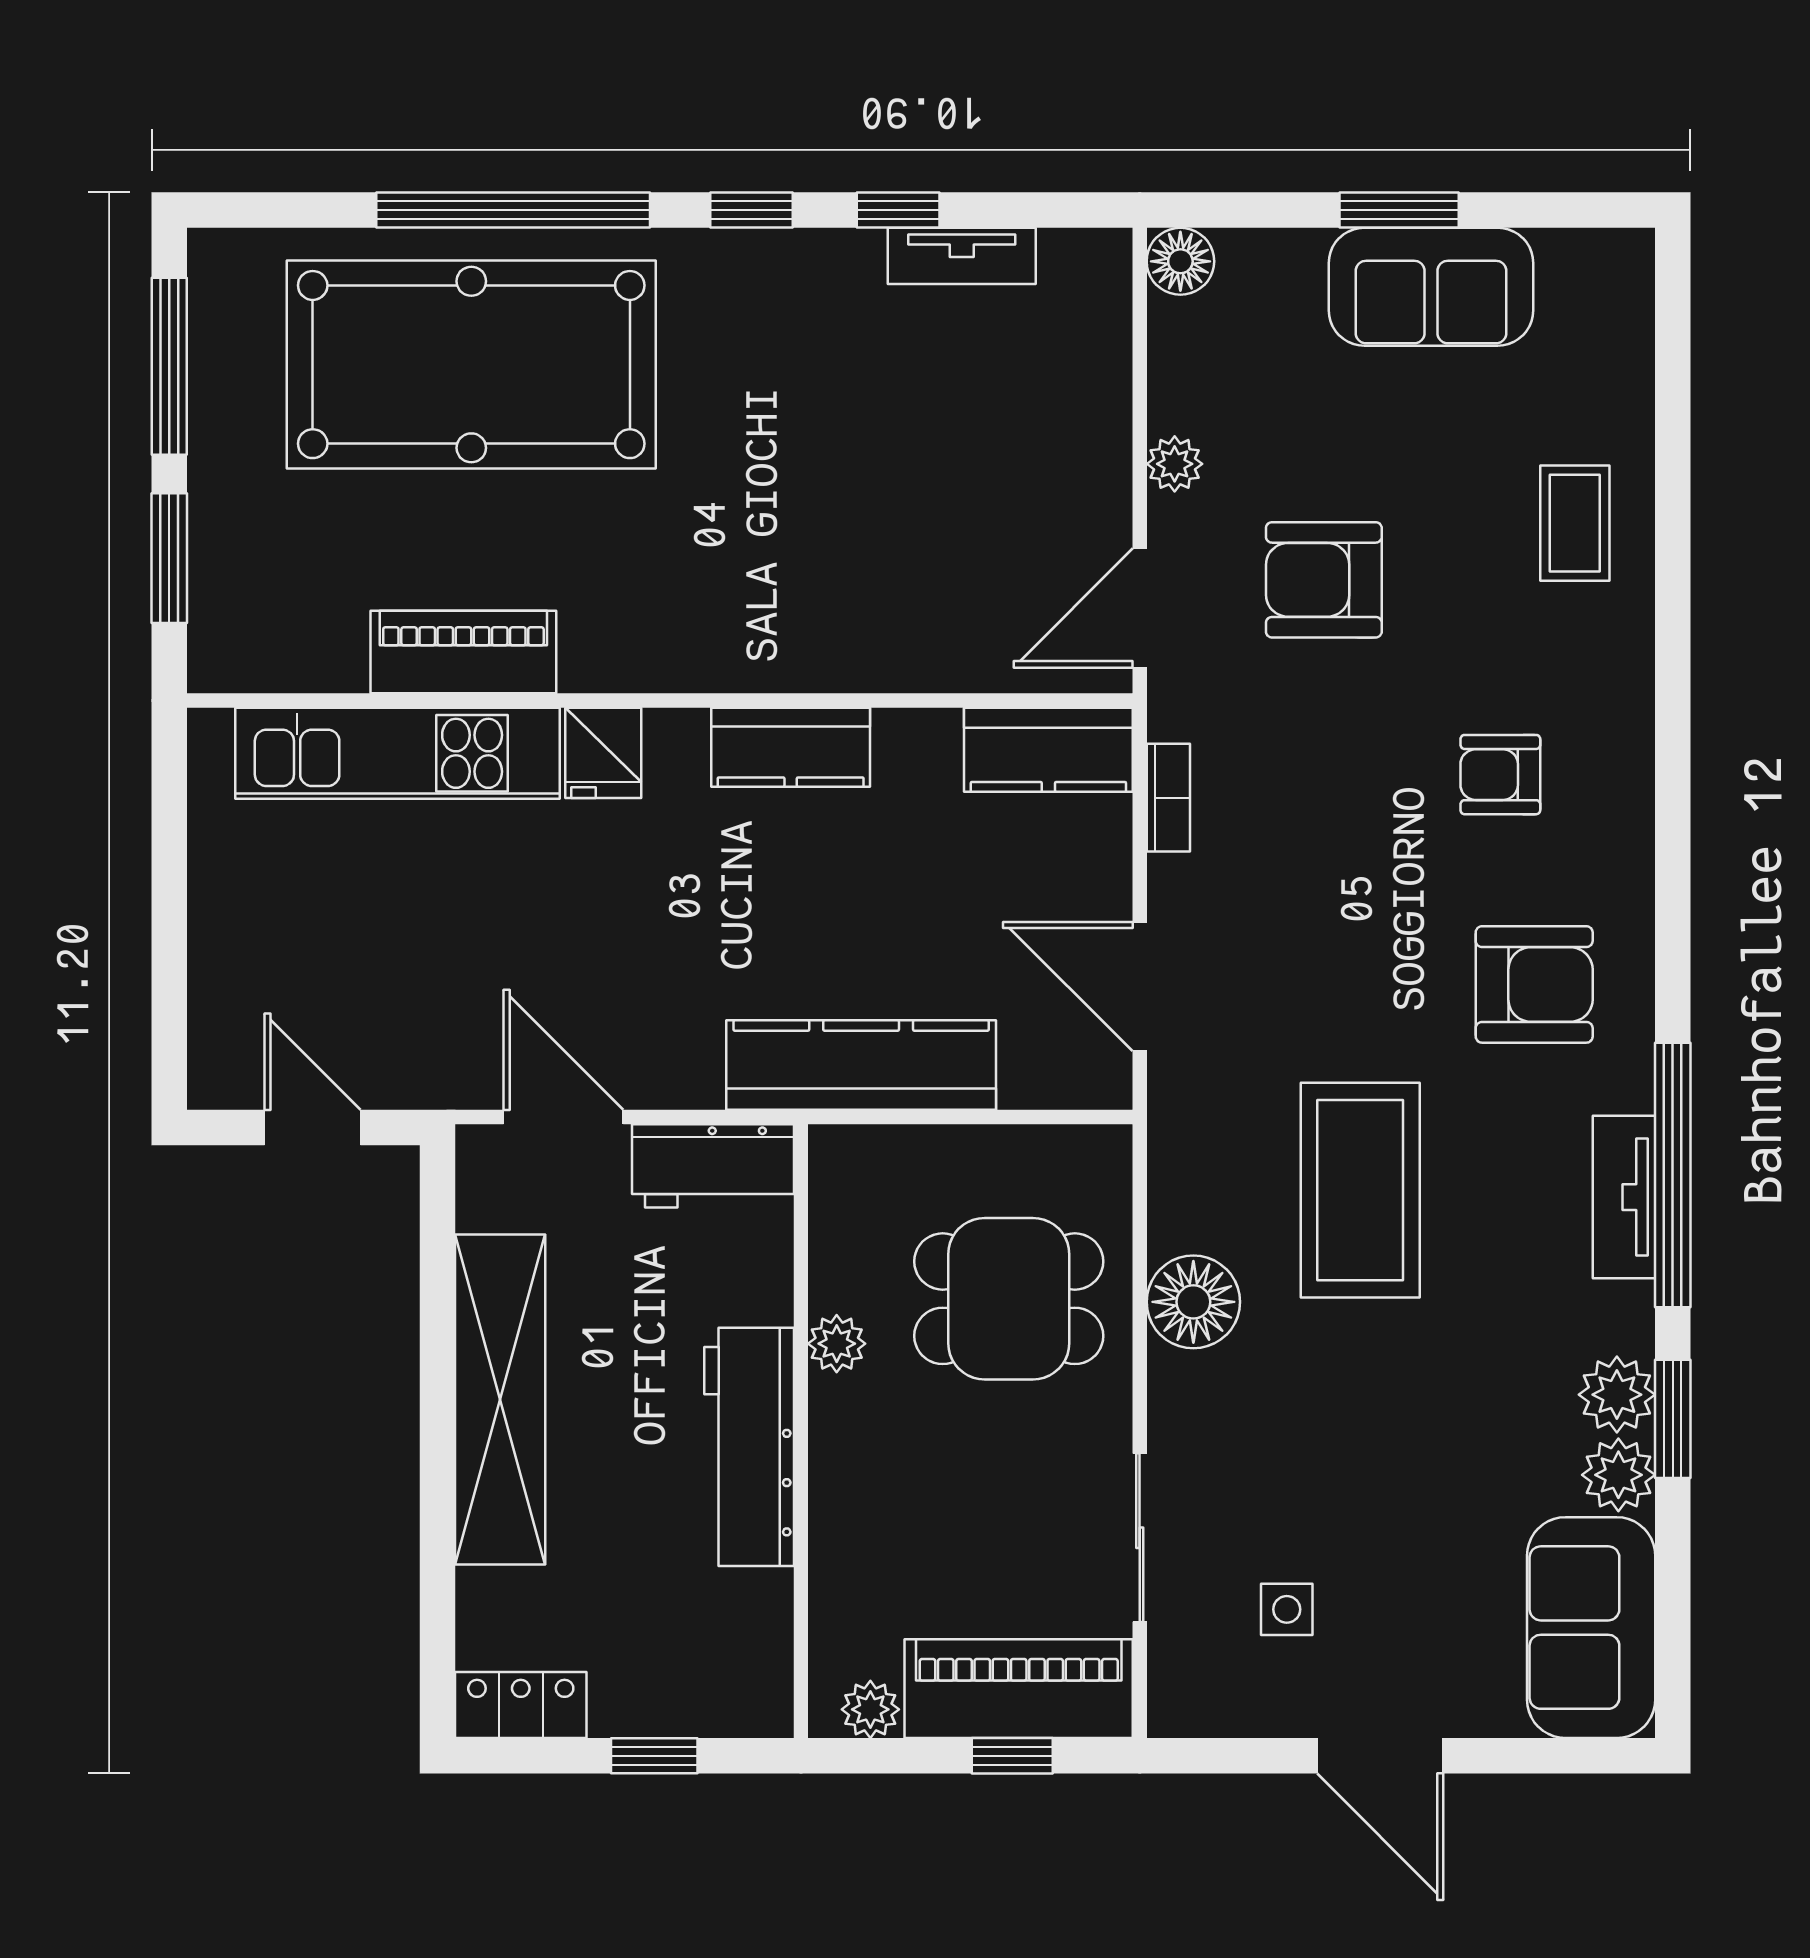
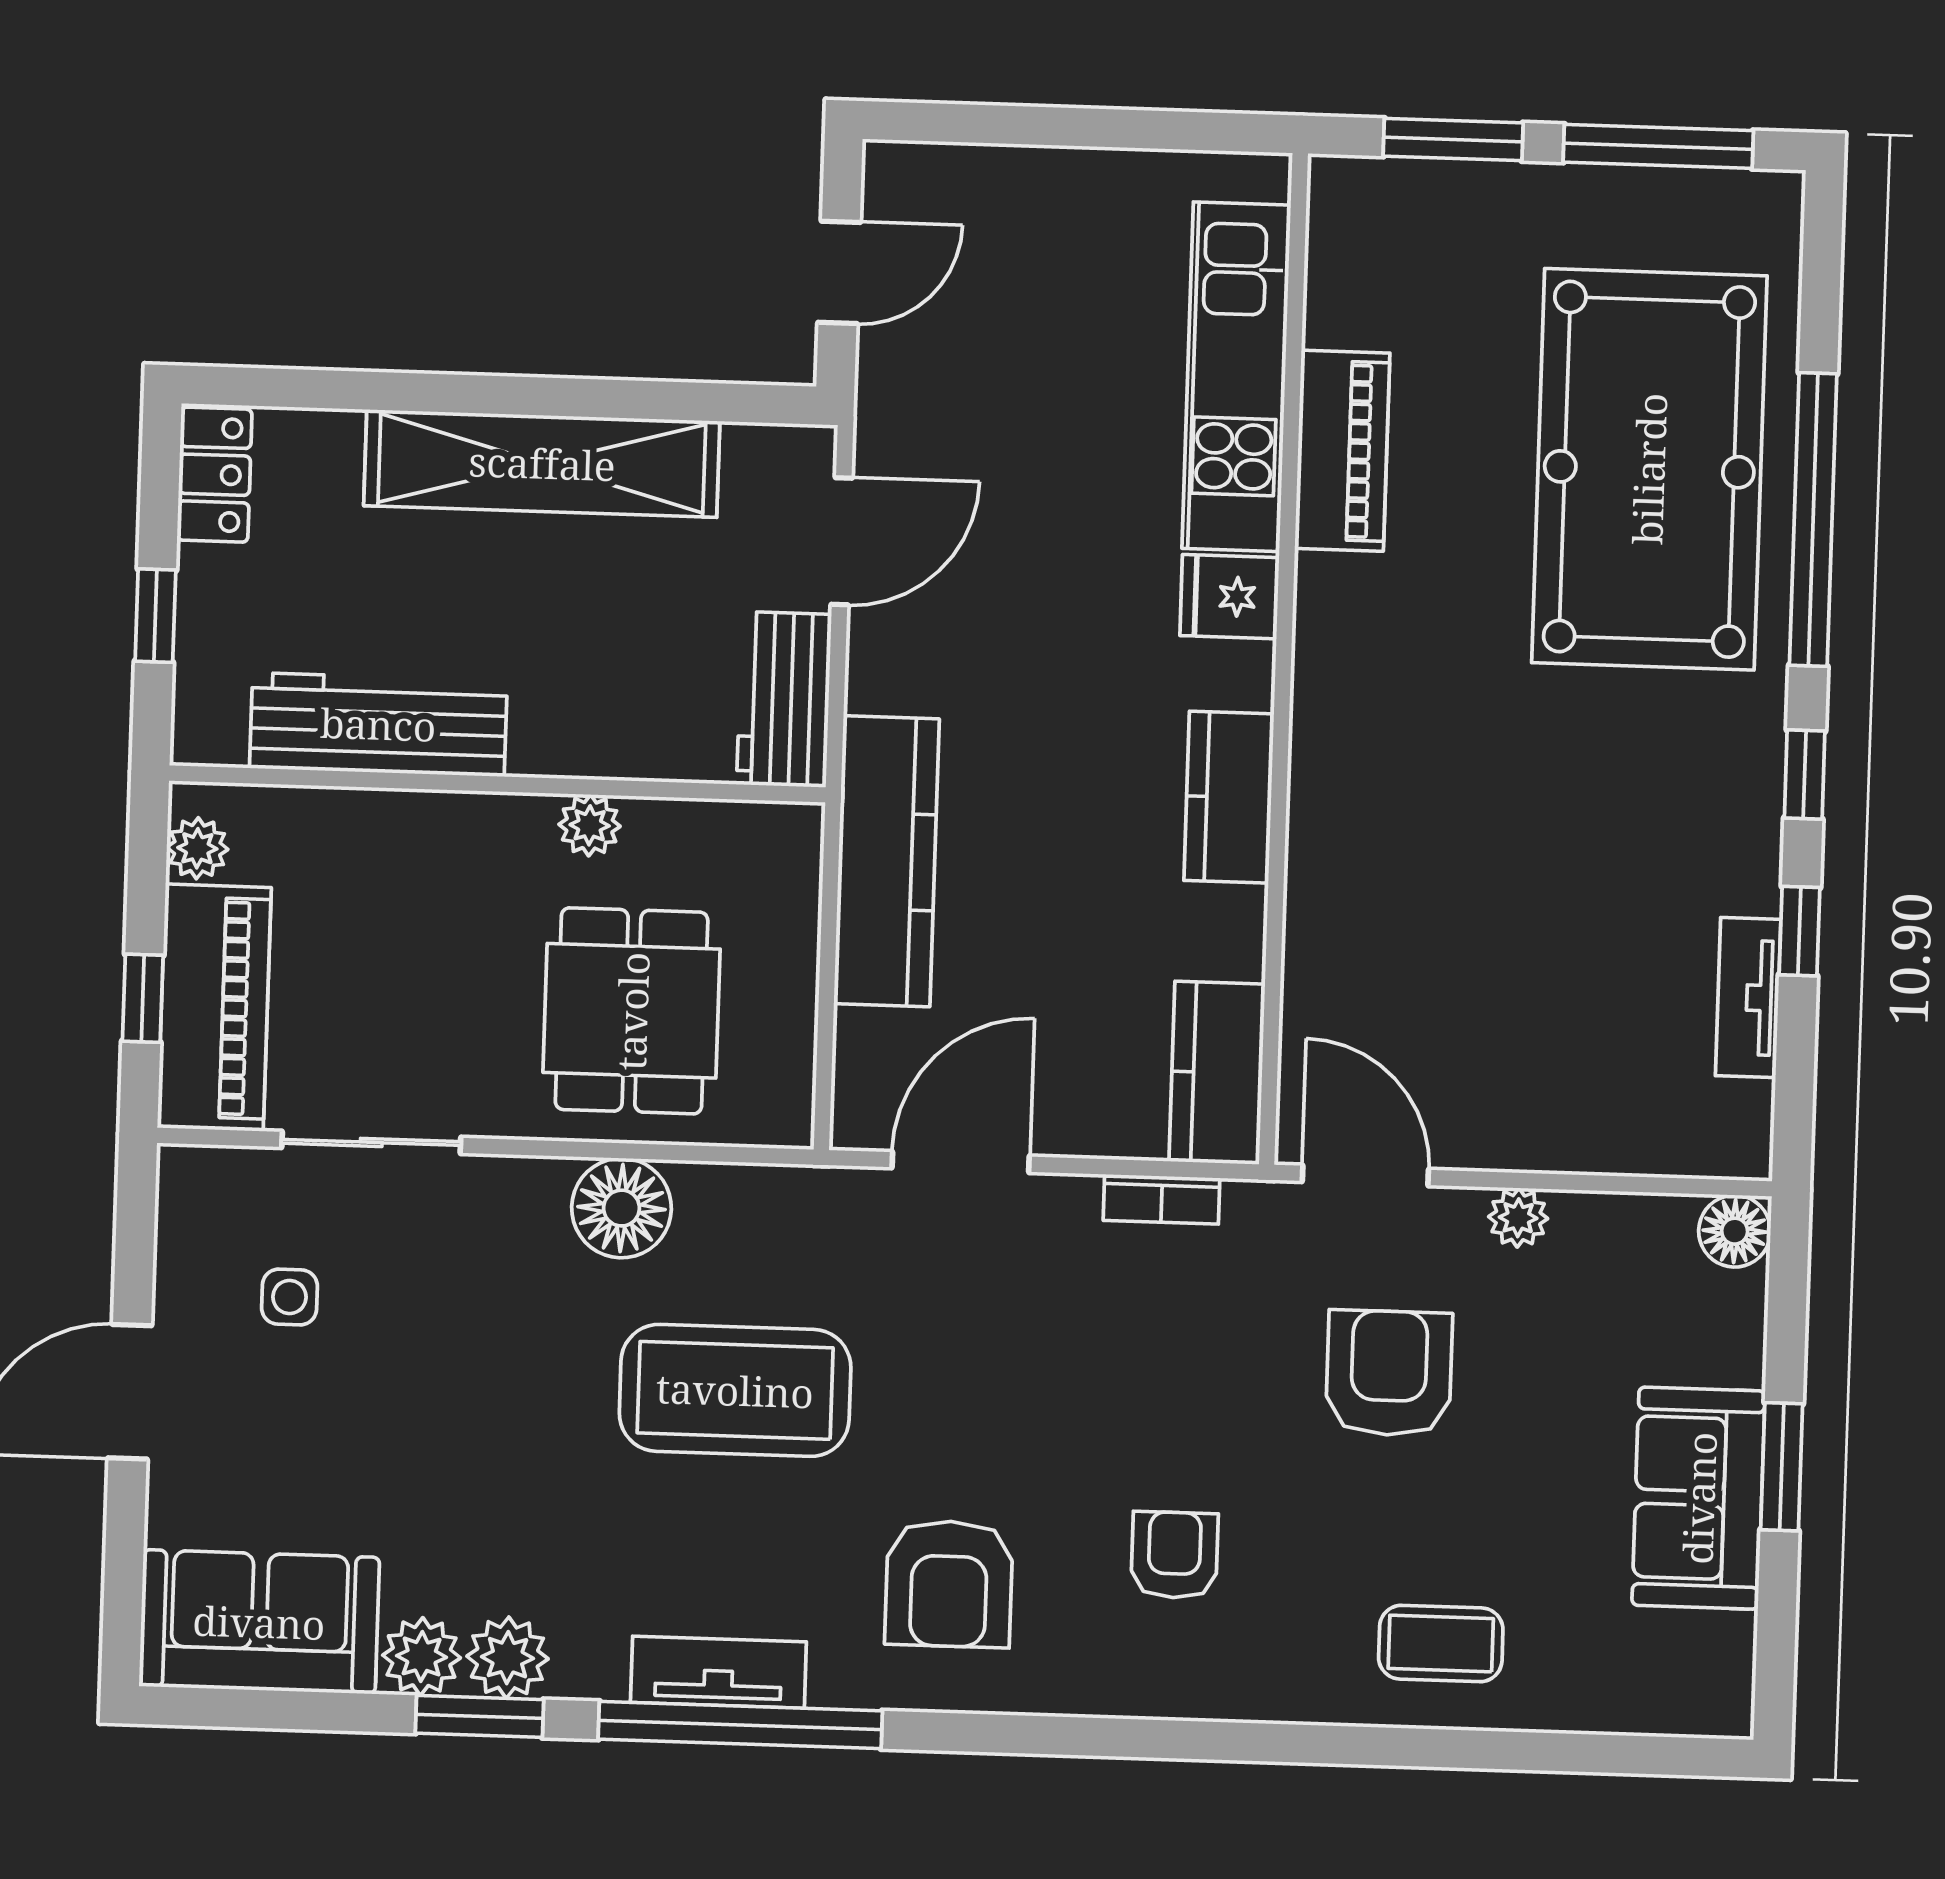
workbench: (749, 1447) -> (378, 724), moved

